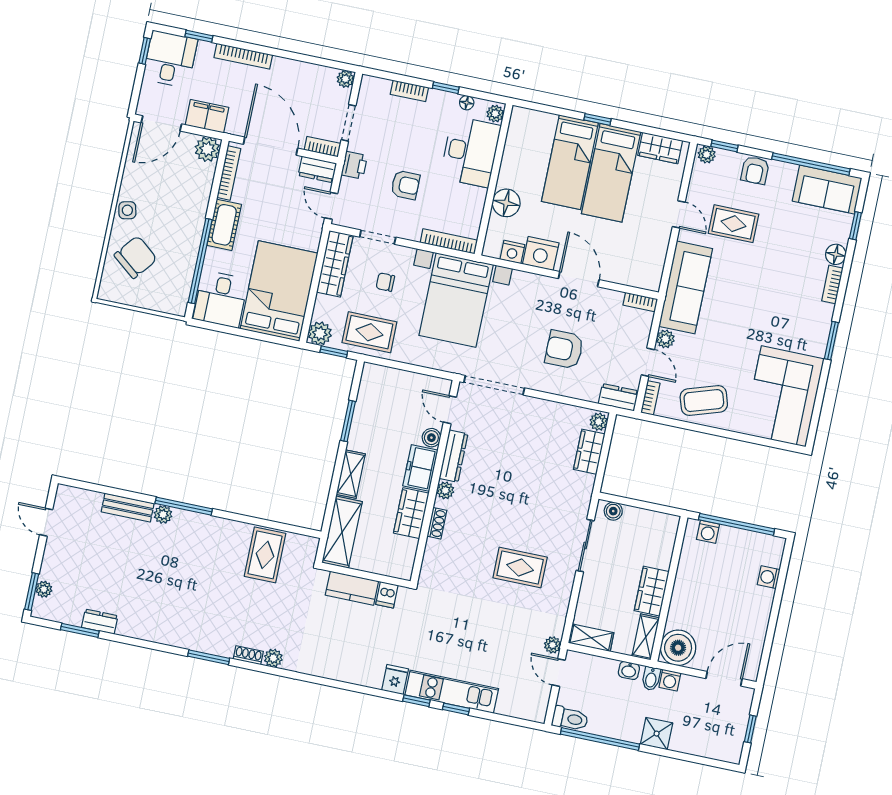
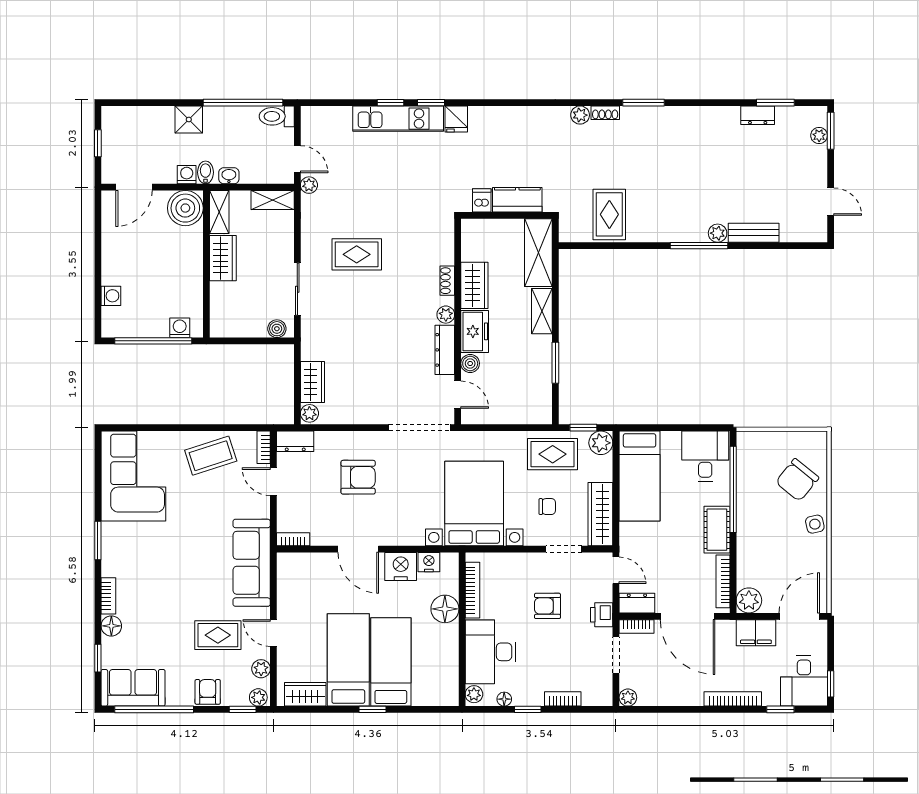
bookcase: (449, 241) -> (472, 590), moved, turned -90
bed: (279, 291) -> (640, 476), width x0.67
plant: (665, 339) -> (261, 669), moved

